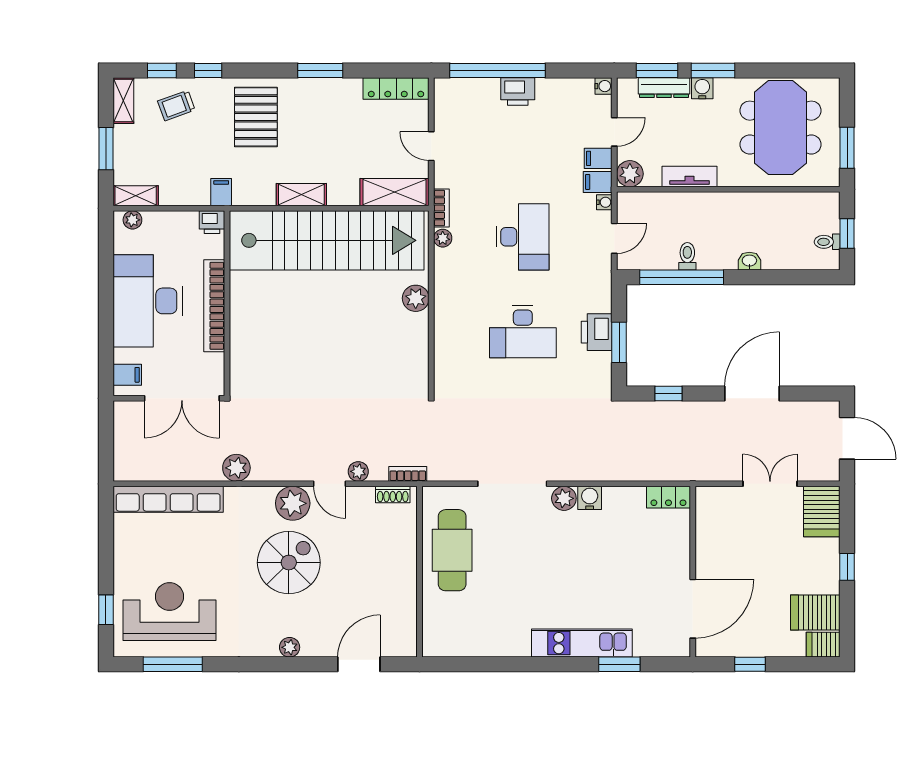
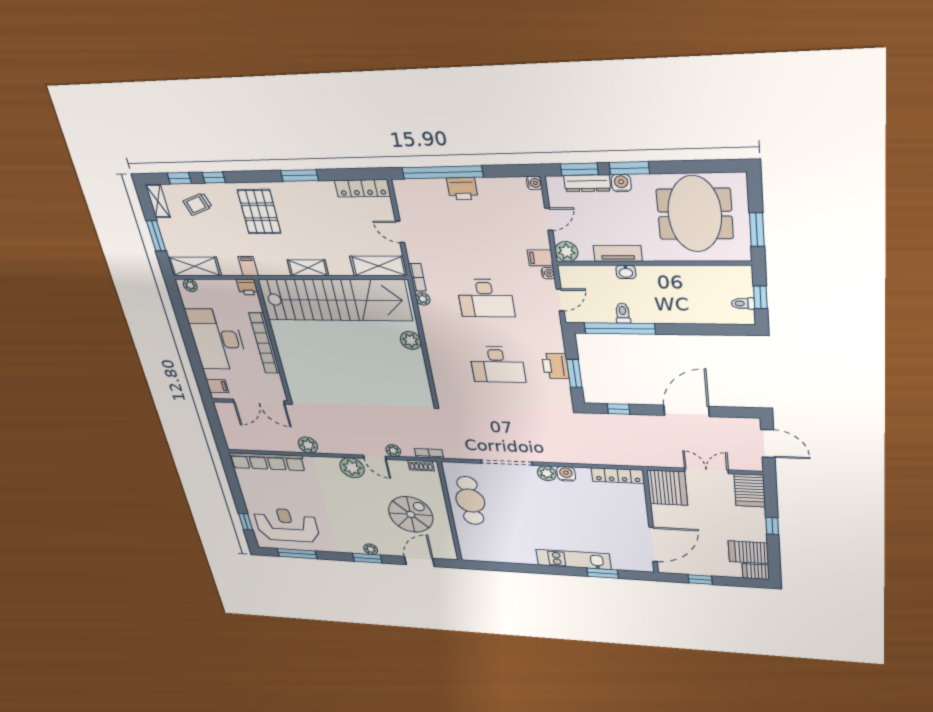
filing cabinet: (598, 158) -> (538, 240), removed
shelving: (136, 196) -> (195, 266), width x1.50, depth x1.33
desk: (523, 237) -> (486, 298), turned 90
washbasin: (749, 261) -> (626, 272), moved, turned 180
locker: (668, 497) -> (618, 476), width x1.53
server rack: (719, 513) -> (667, 488), added
spiral stairs: (289, 563) -> (411, 514), moved
window: (281, 664) -> (367, 558), added

